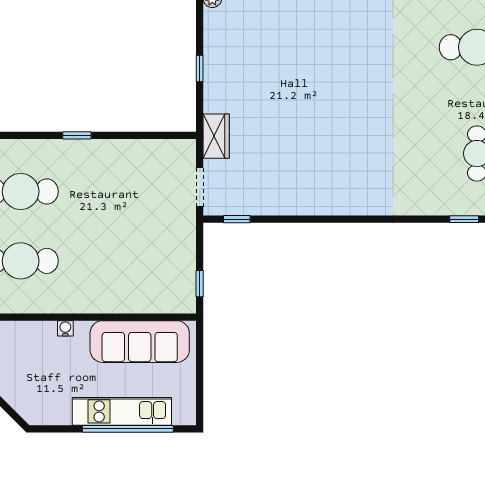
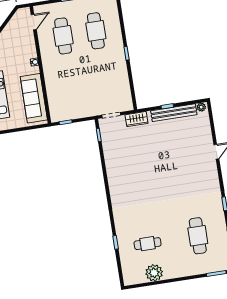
bench: (215, 57) -> (174, 113), added

